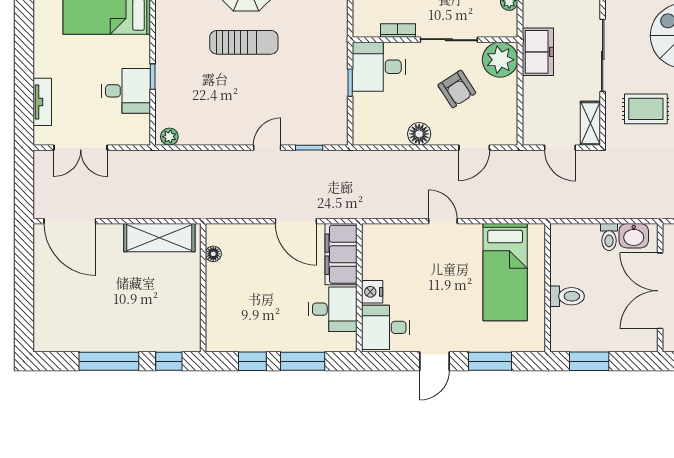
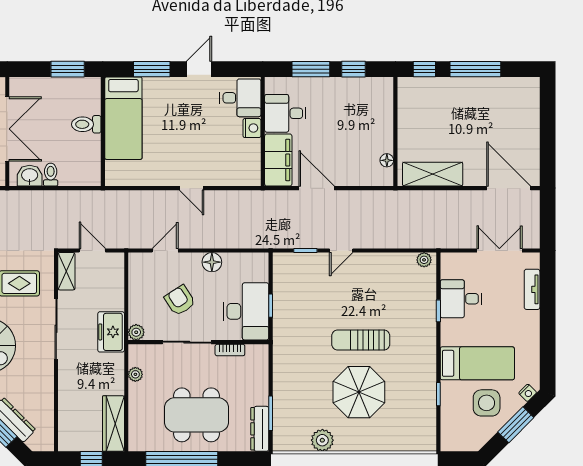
plant: (500, 60) -> (136, 332), width x0.53, depth x0.53
desk: (379, 67) -> (246, 311), width x1.37
bed: (505, 272) -> (123, 118), moved, turned 180

